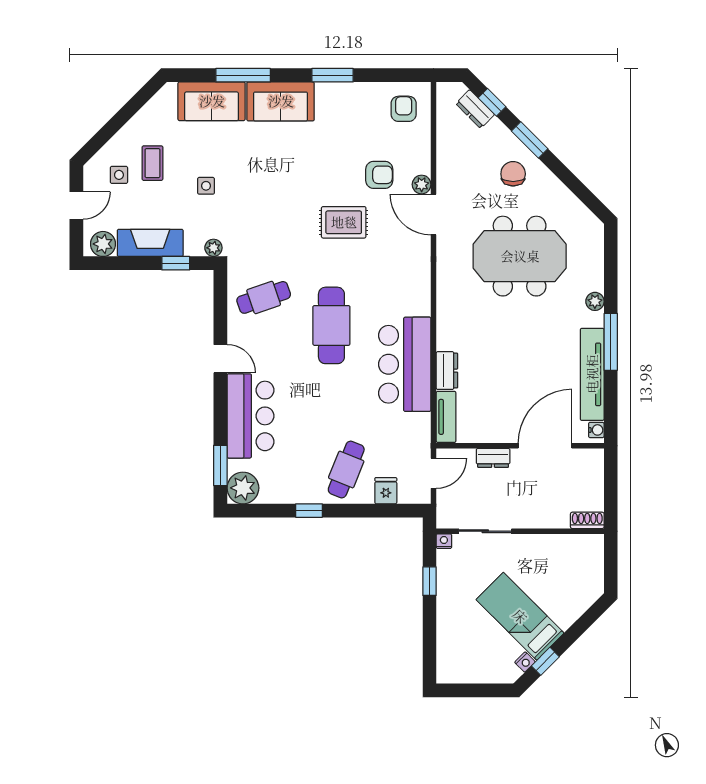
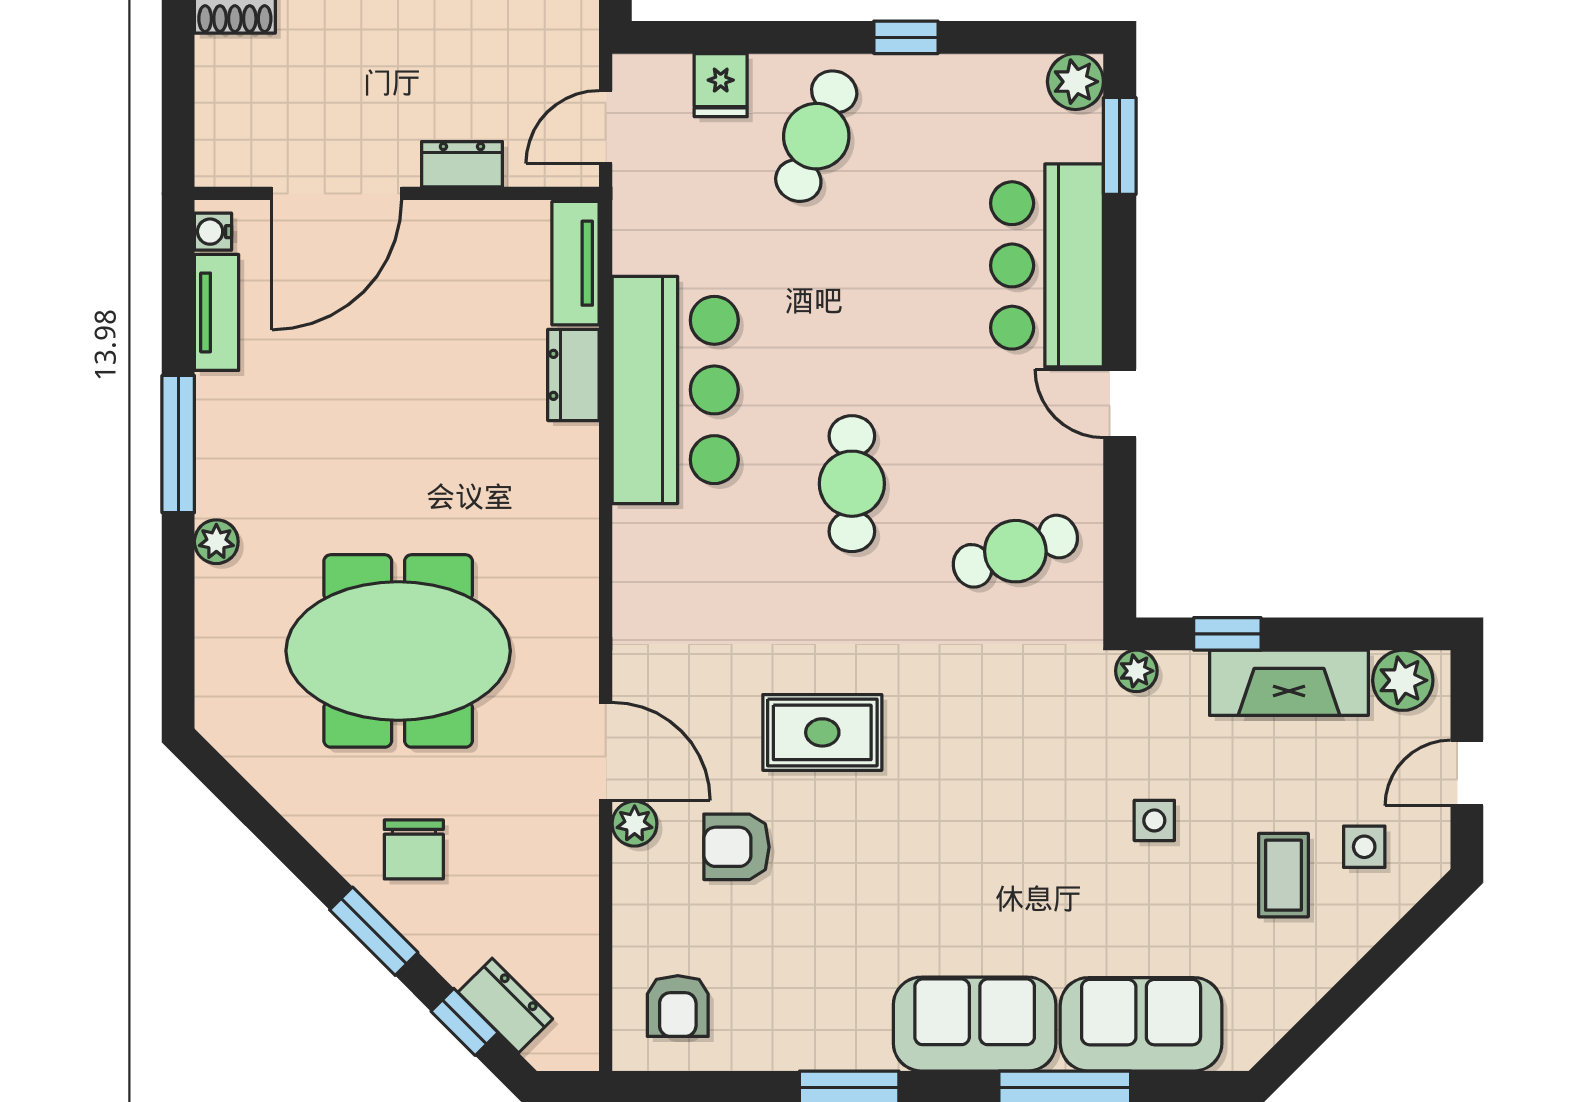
cafe table: (331, 325) -> (852, 484), width x0.73, depth x0.74
tv unit: (592, 374) -> (217, 312), width x0.52, depth x0.78
plant: (243, 488) -> (1075, 82), width x0.73, depth x0.73

